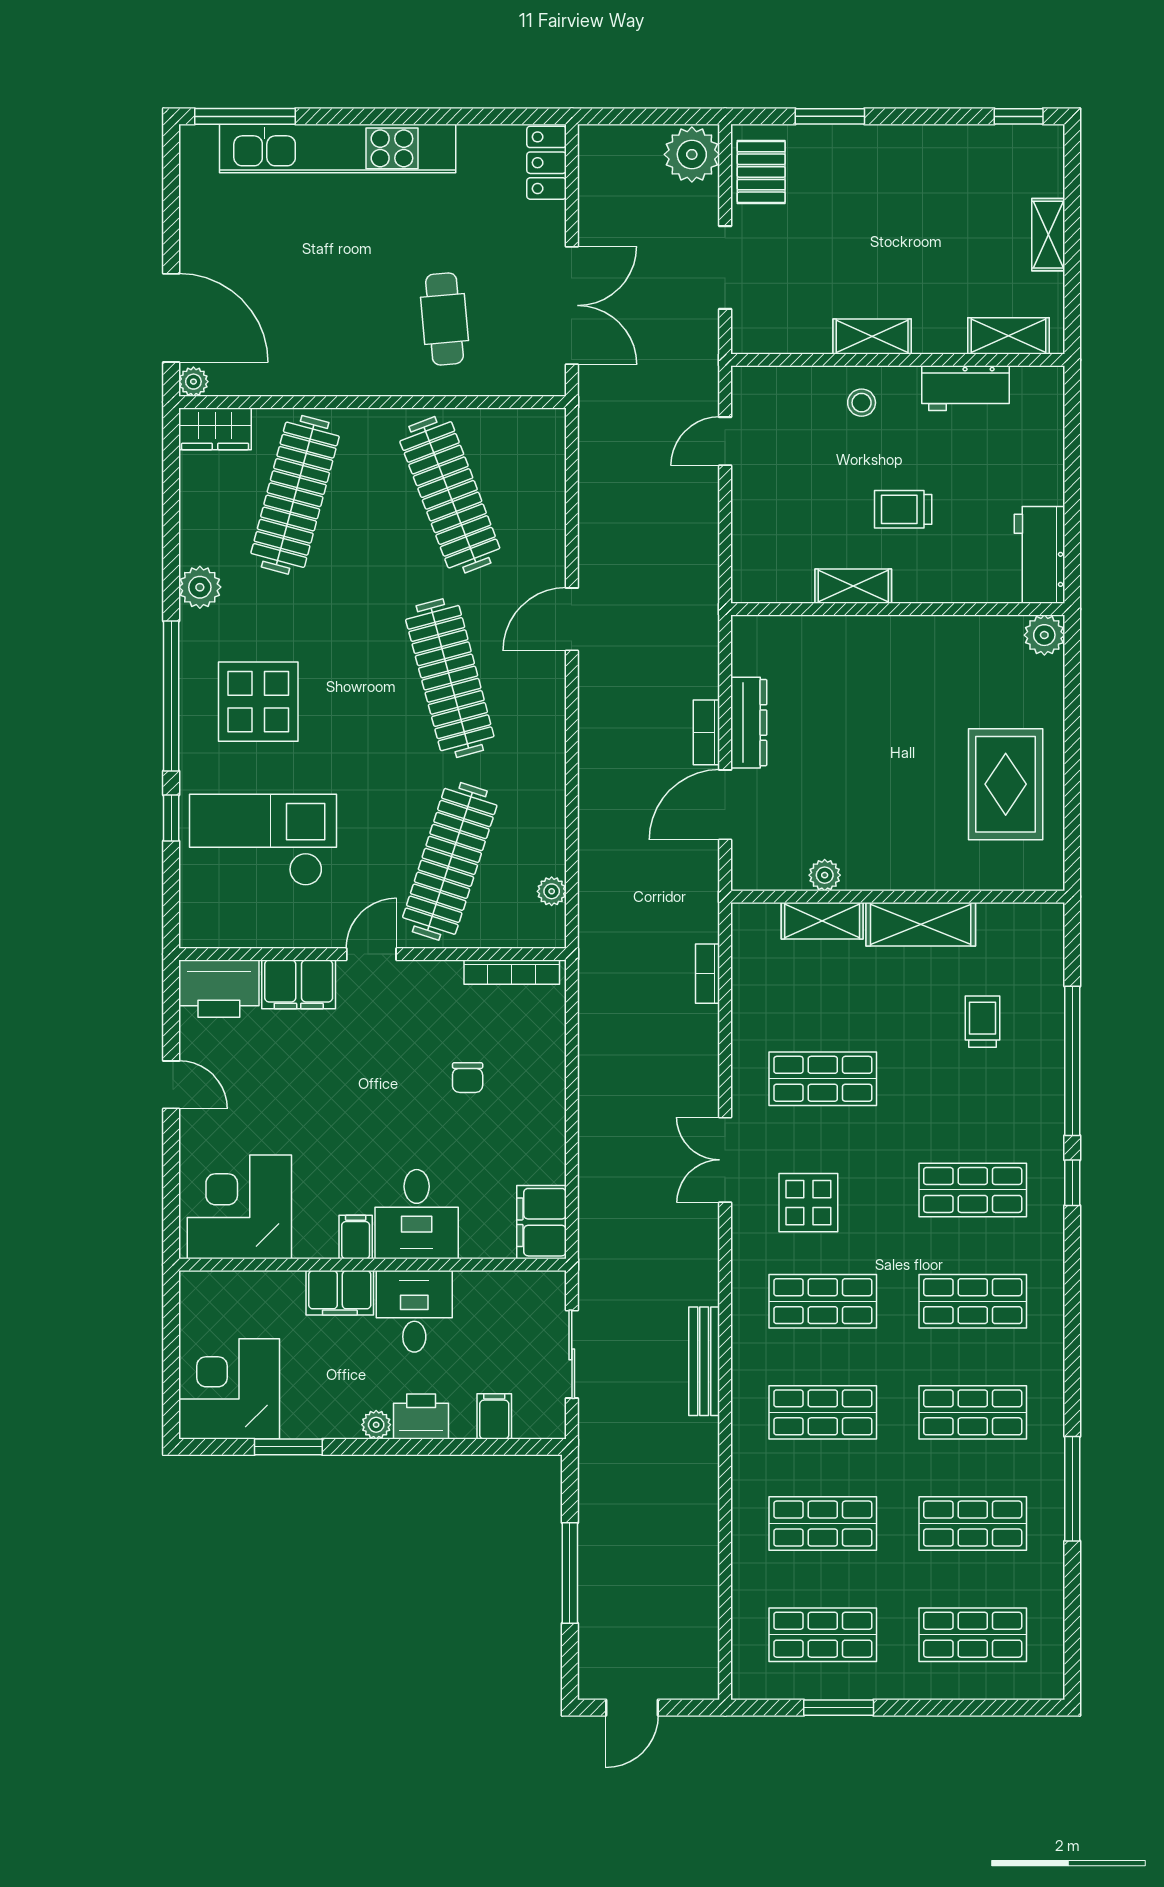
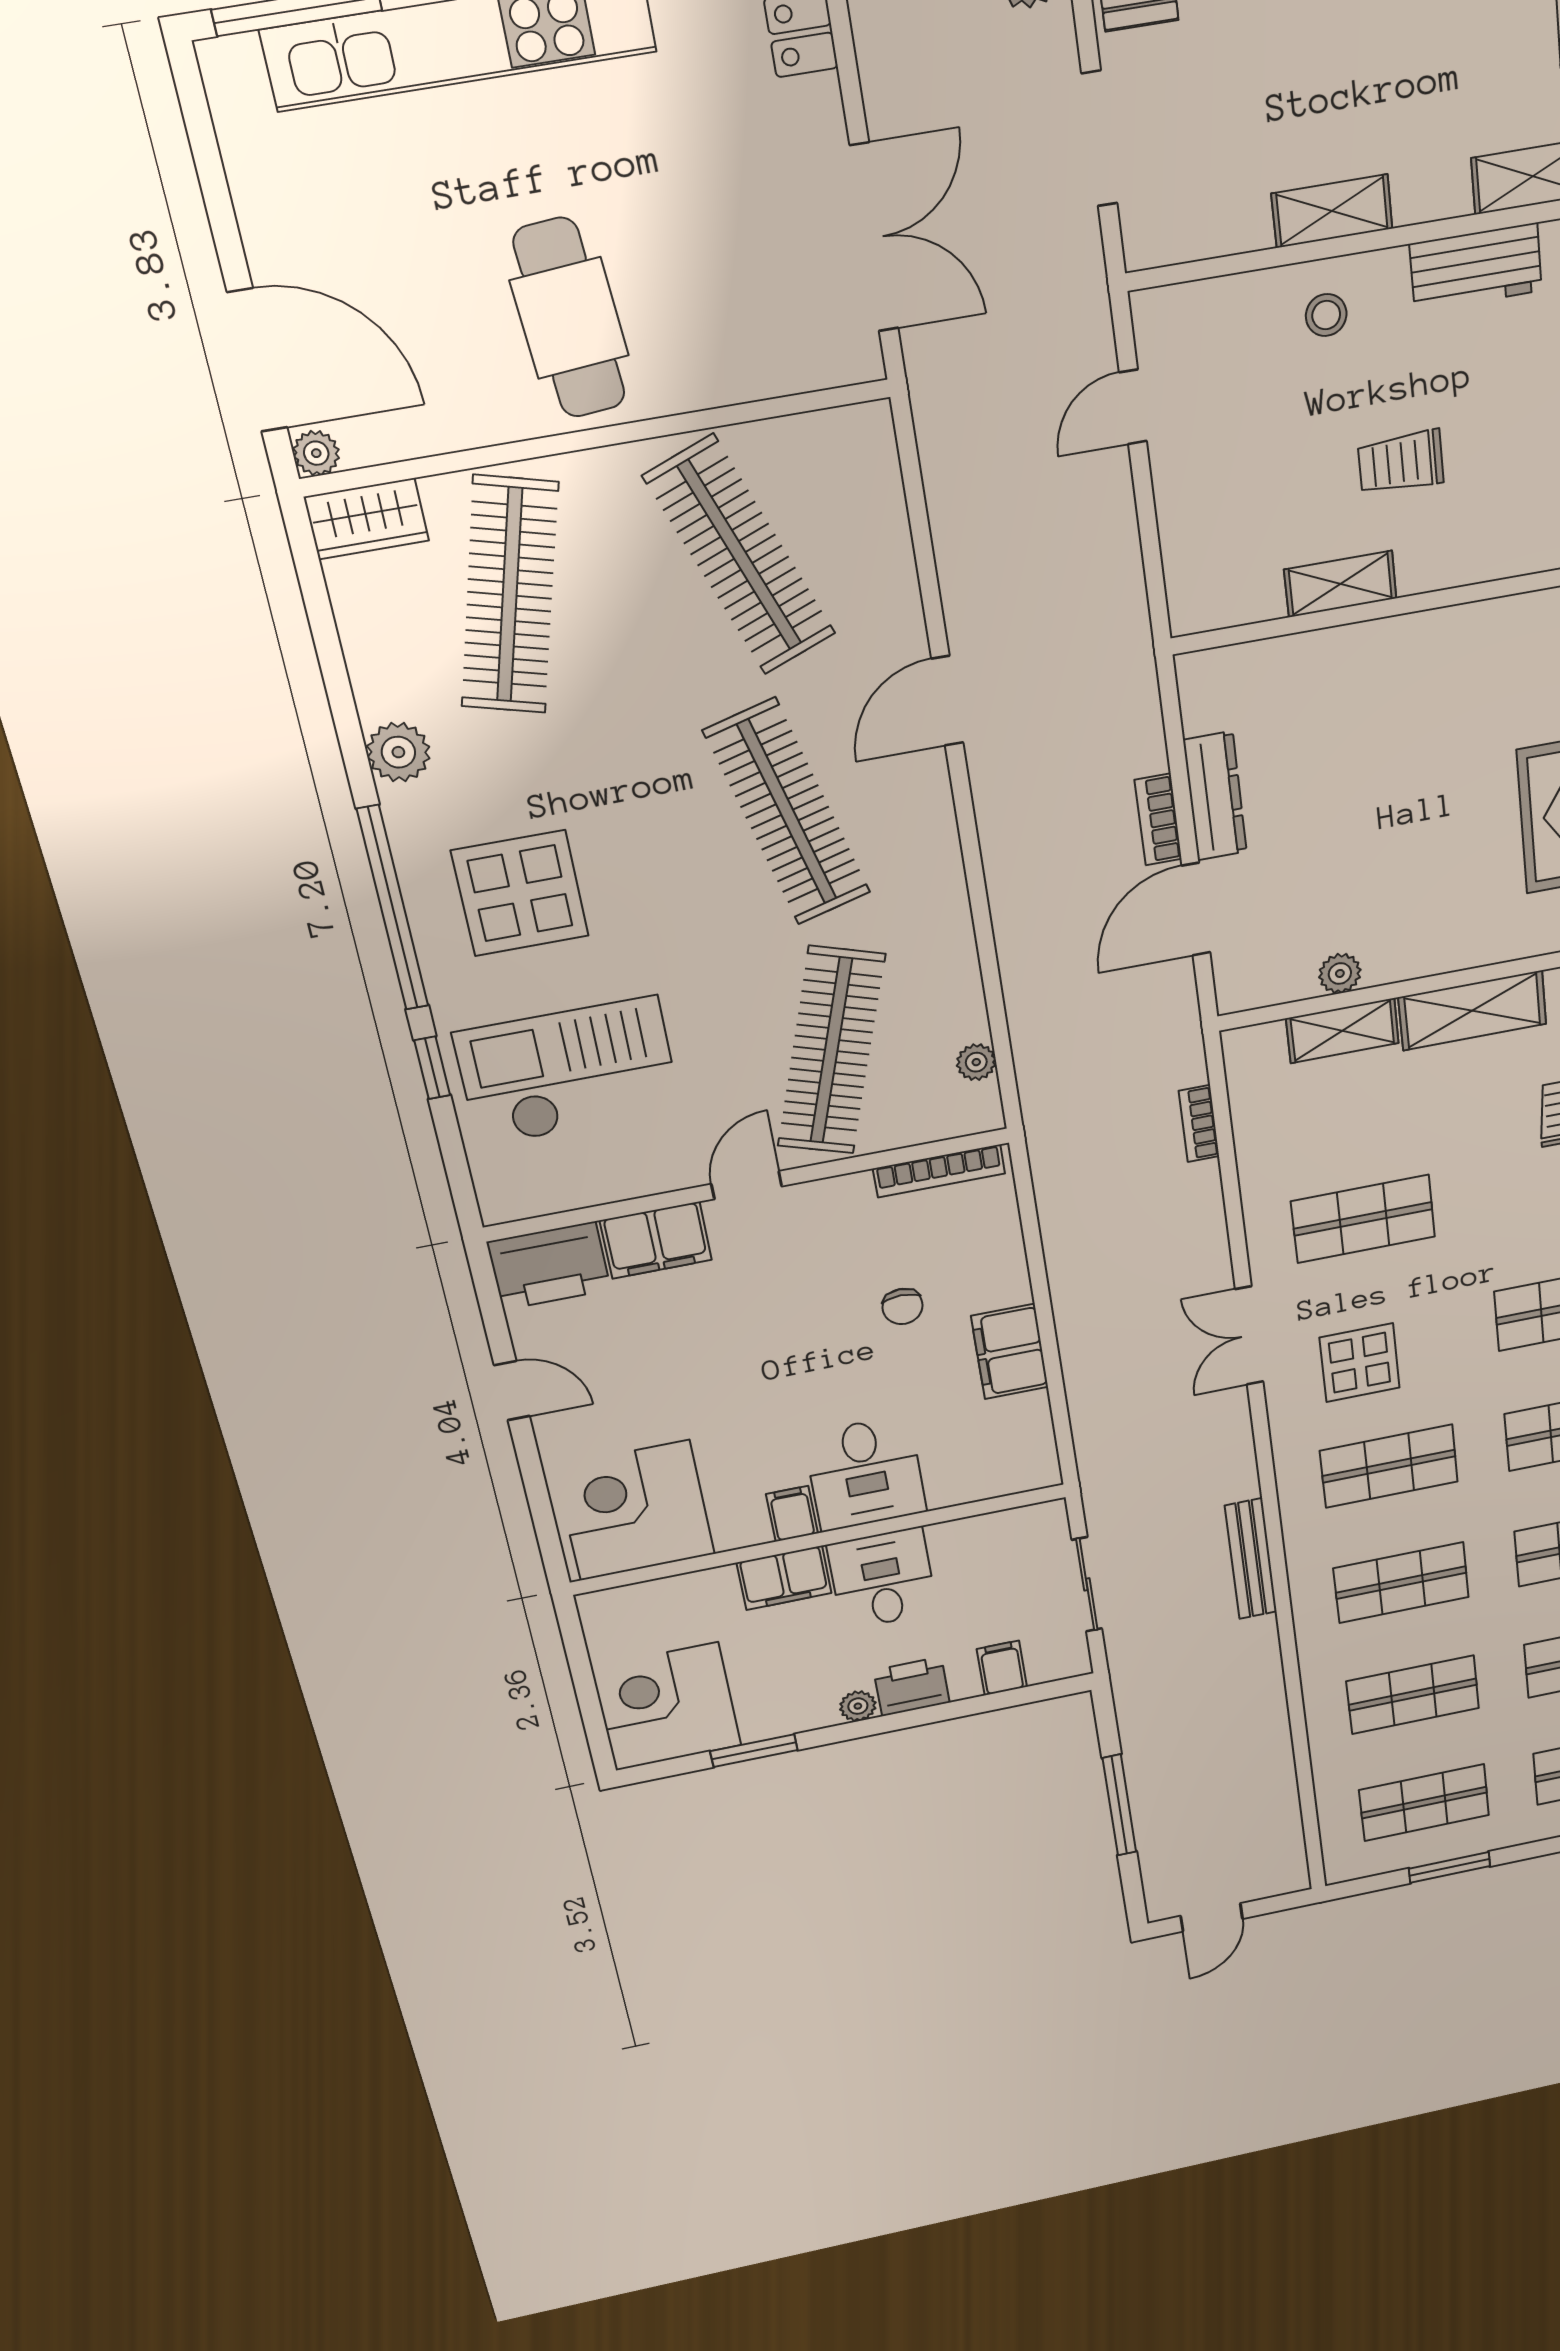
cafe table: (445, 319) -> (569, 318), moved, width x1.37, depth x1.35
filing cabinet: (542, 1222) -> (1010, 1352), moved

